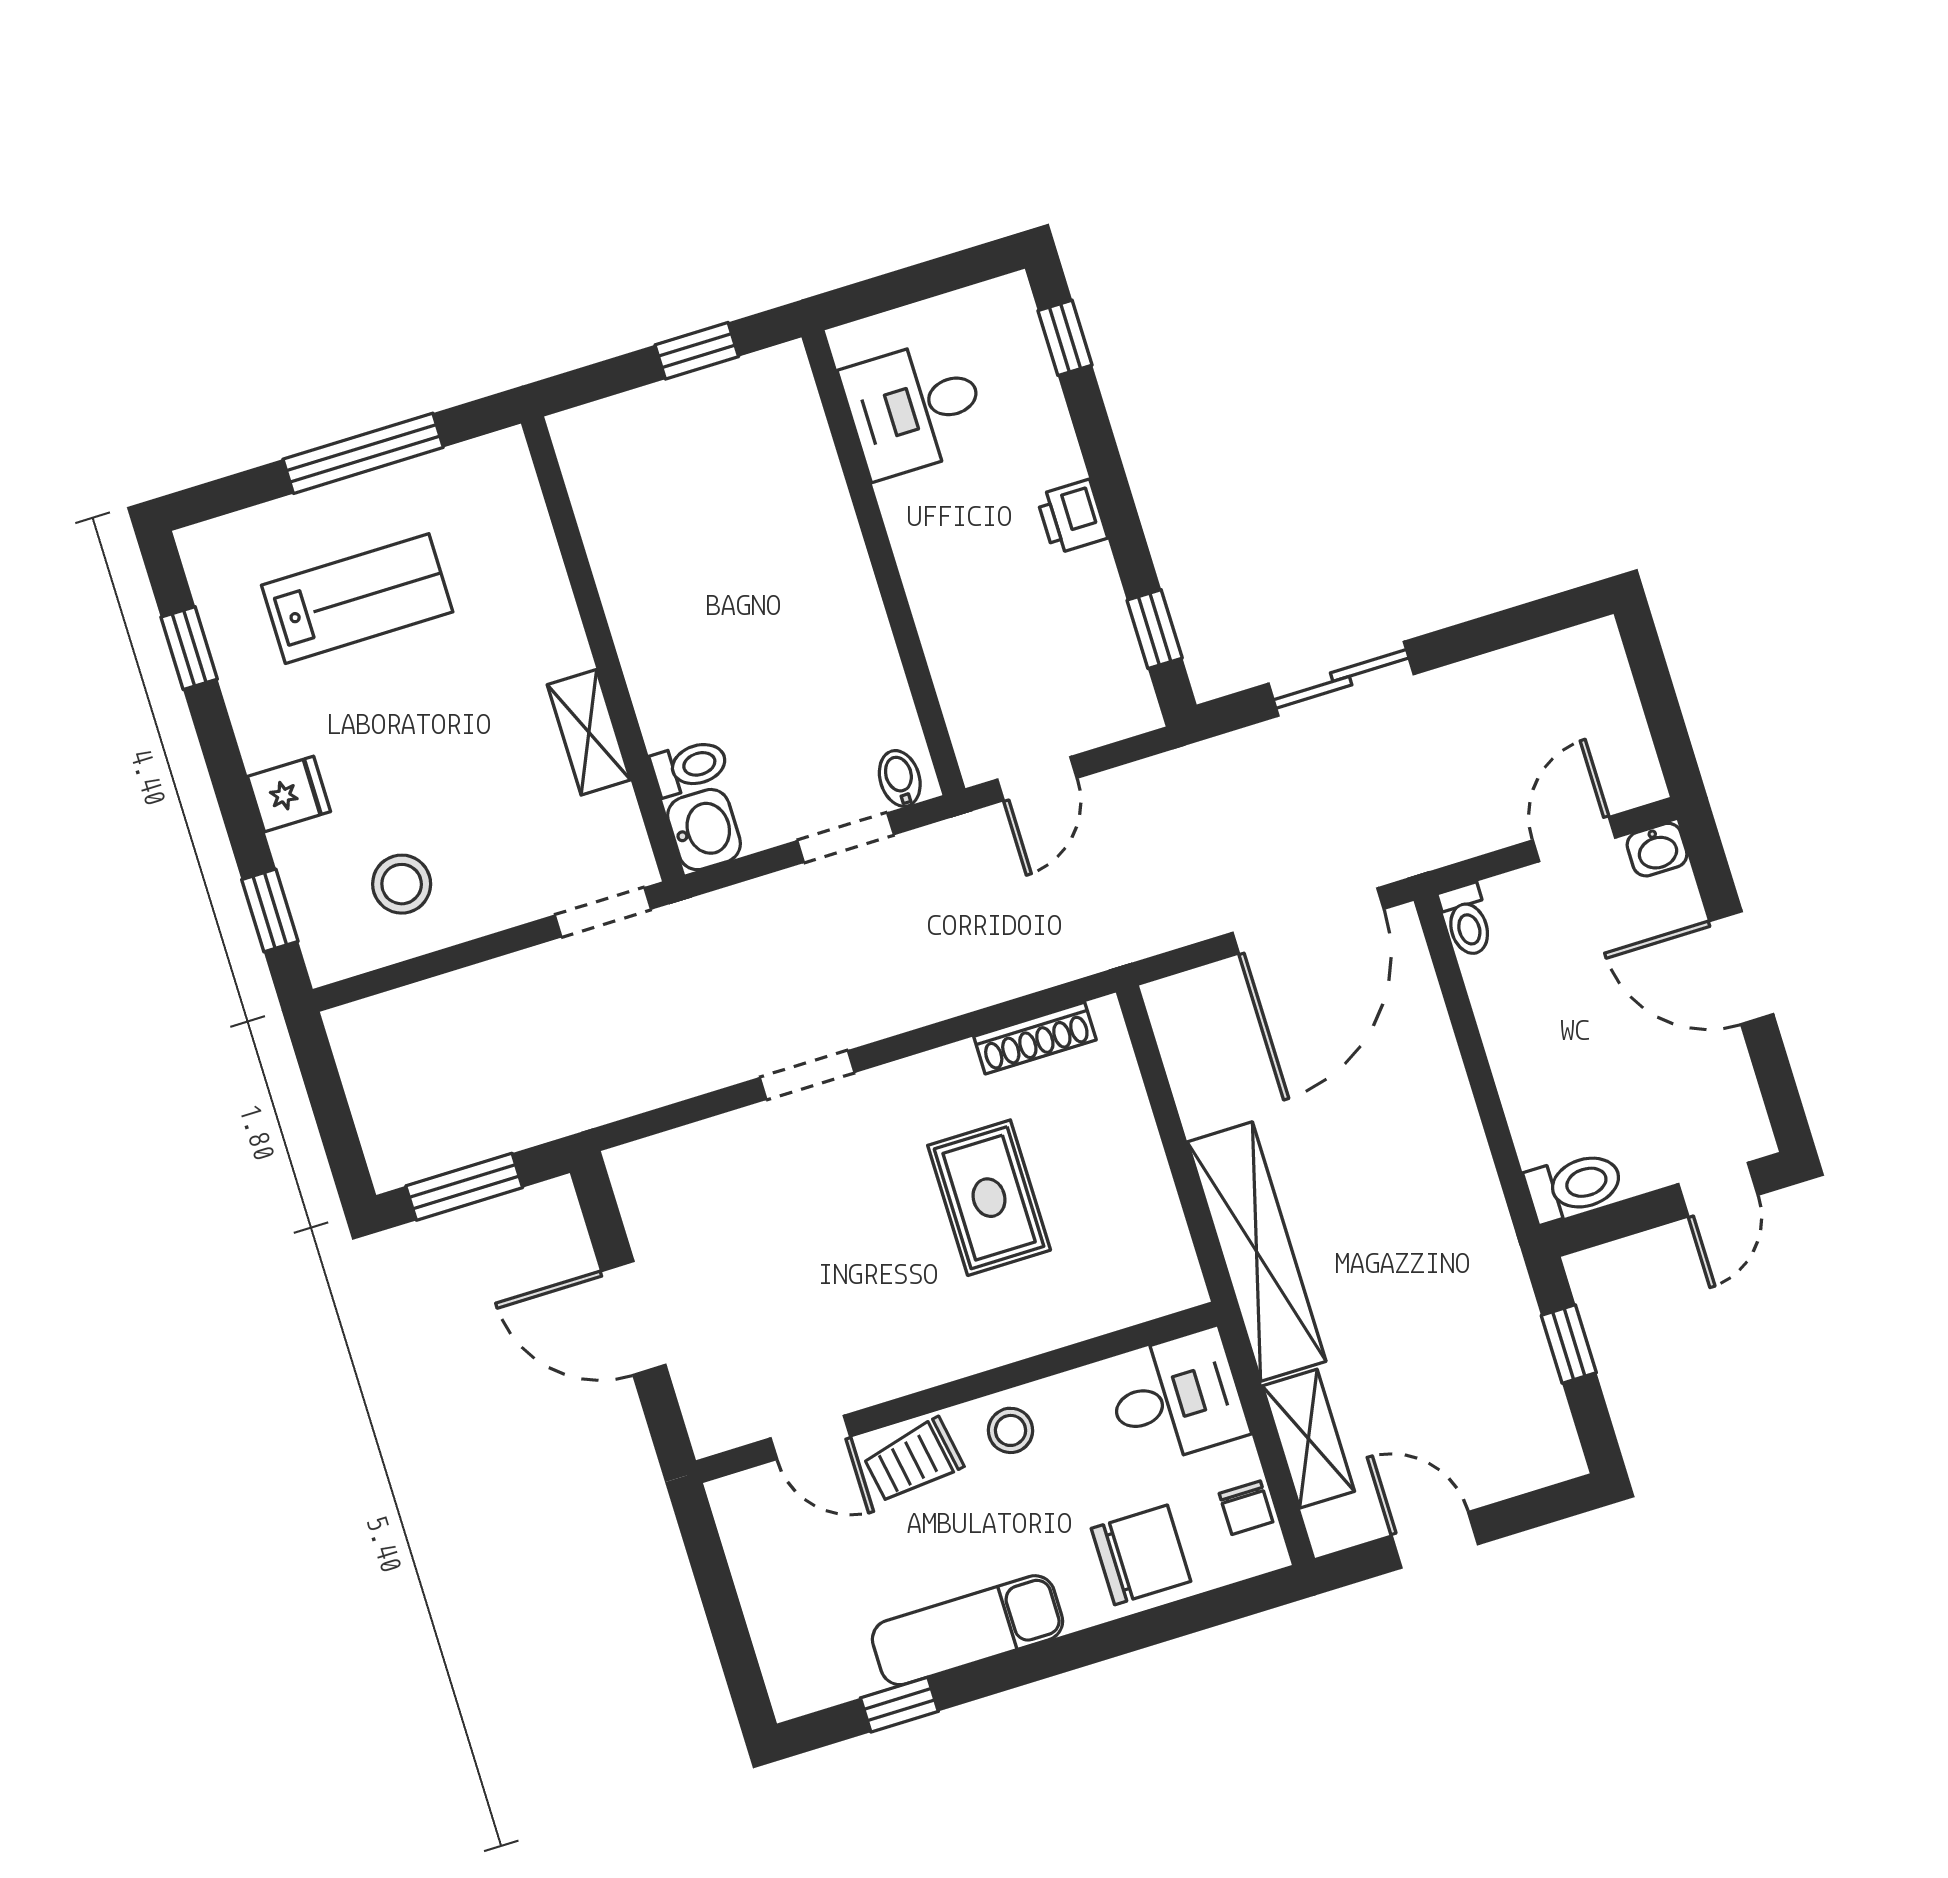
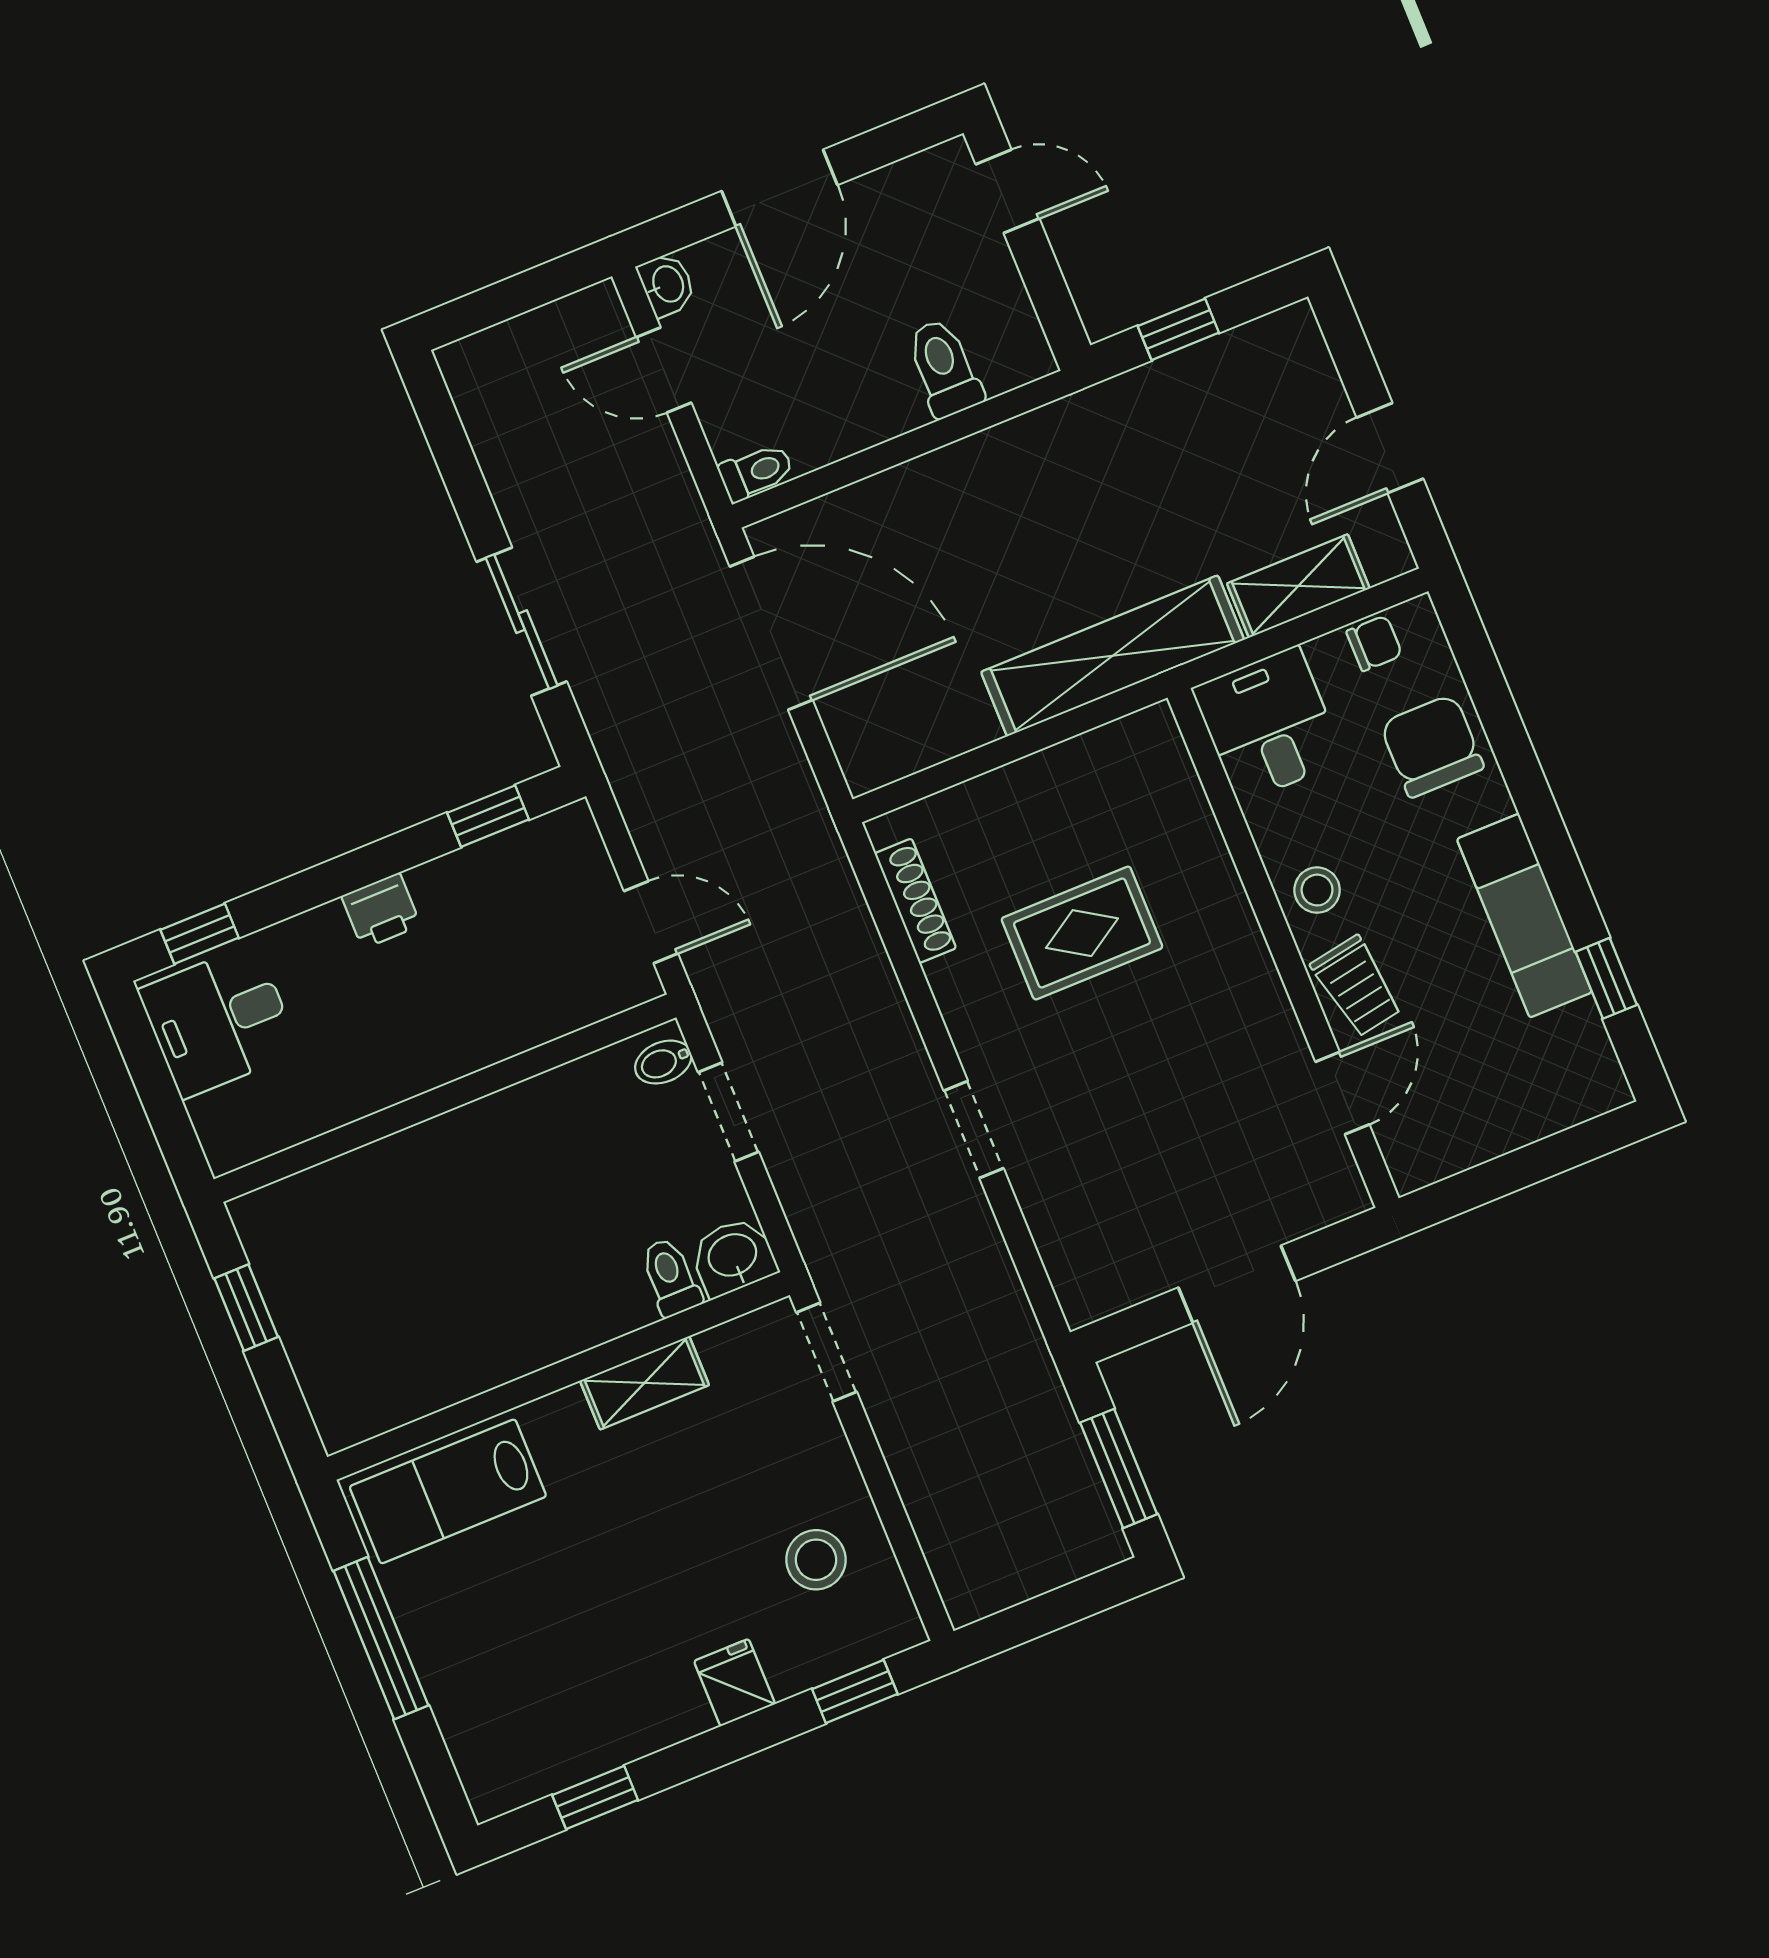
desk: (915, 408) -> (219, 1021), moved, turned 90
lab bench: (357, 599) -> (448, 1491), moved, turned -90
toilet: (1574, 1186) -> (944, 368), moved

